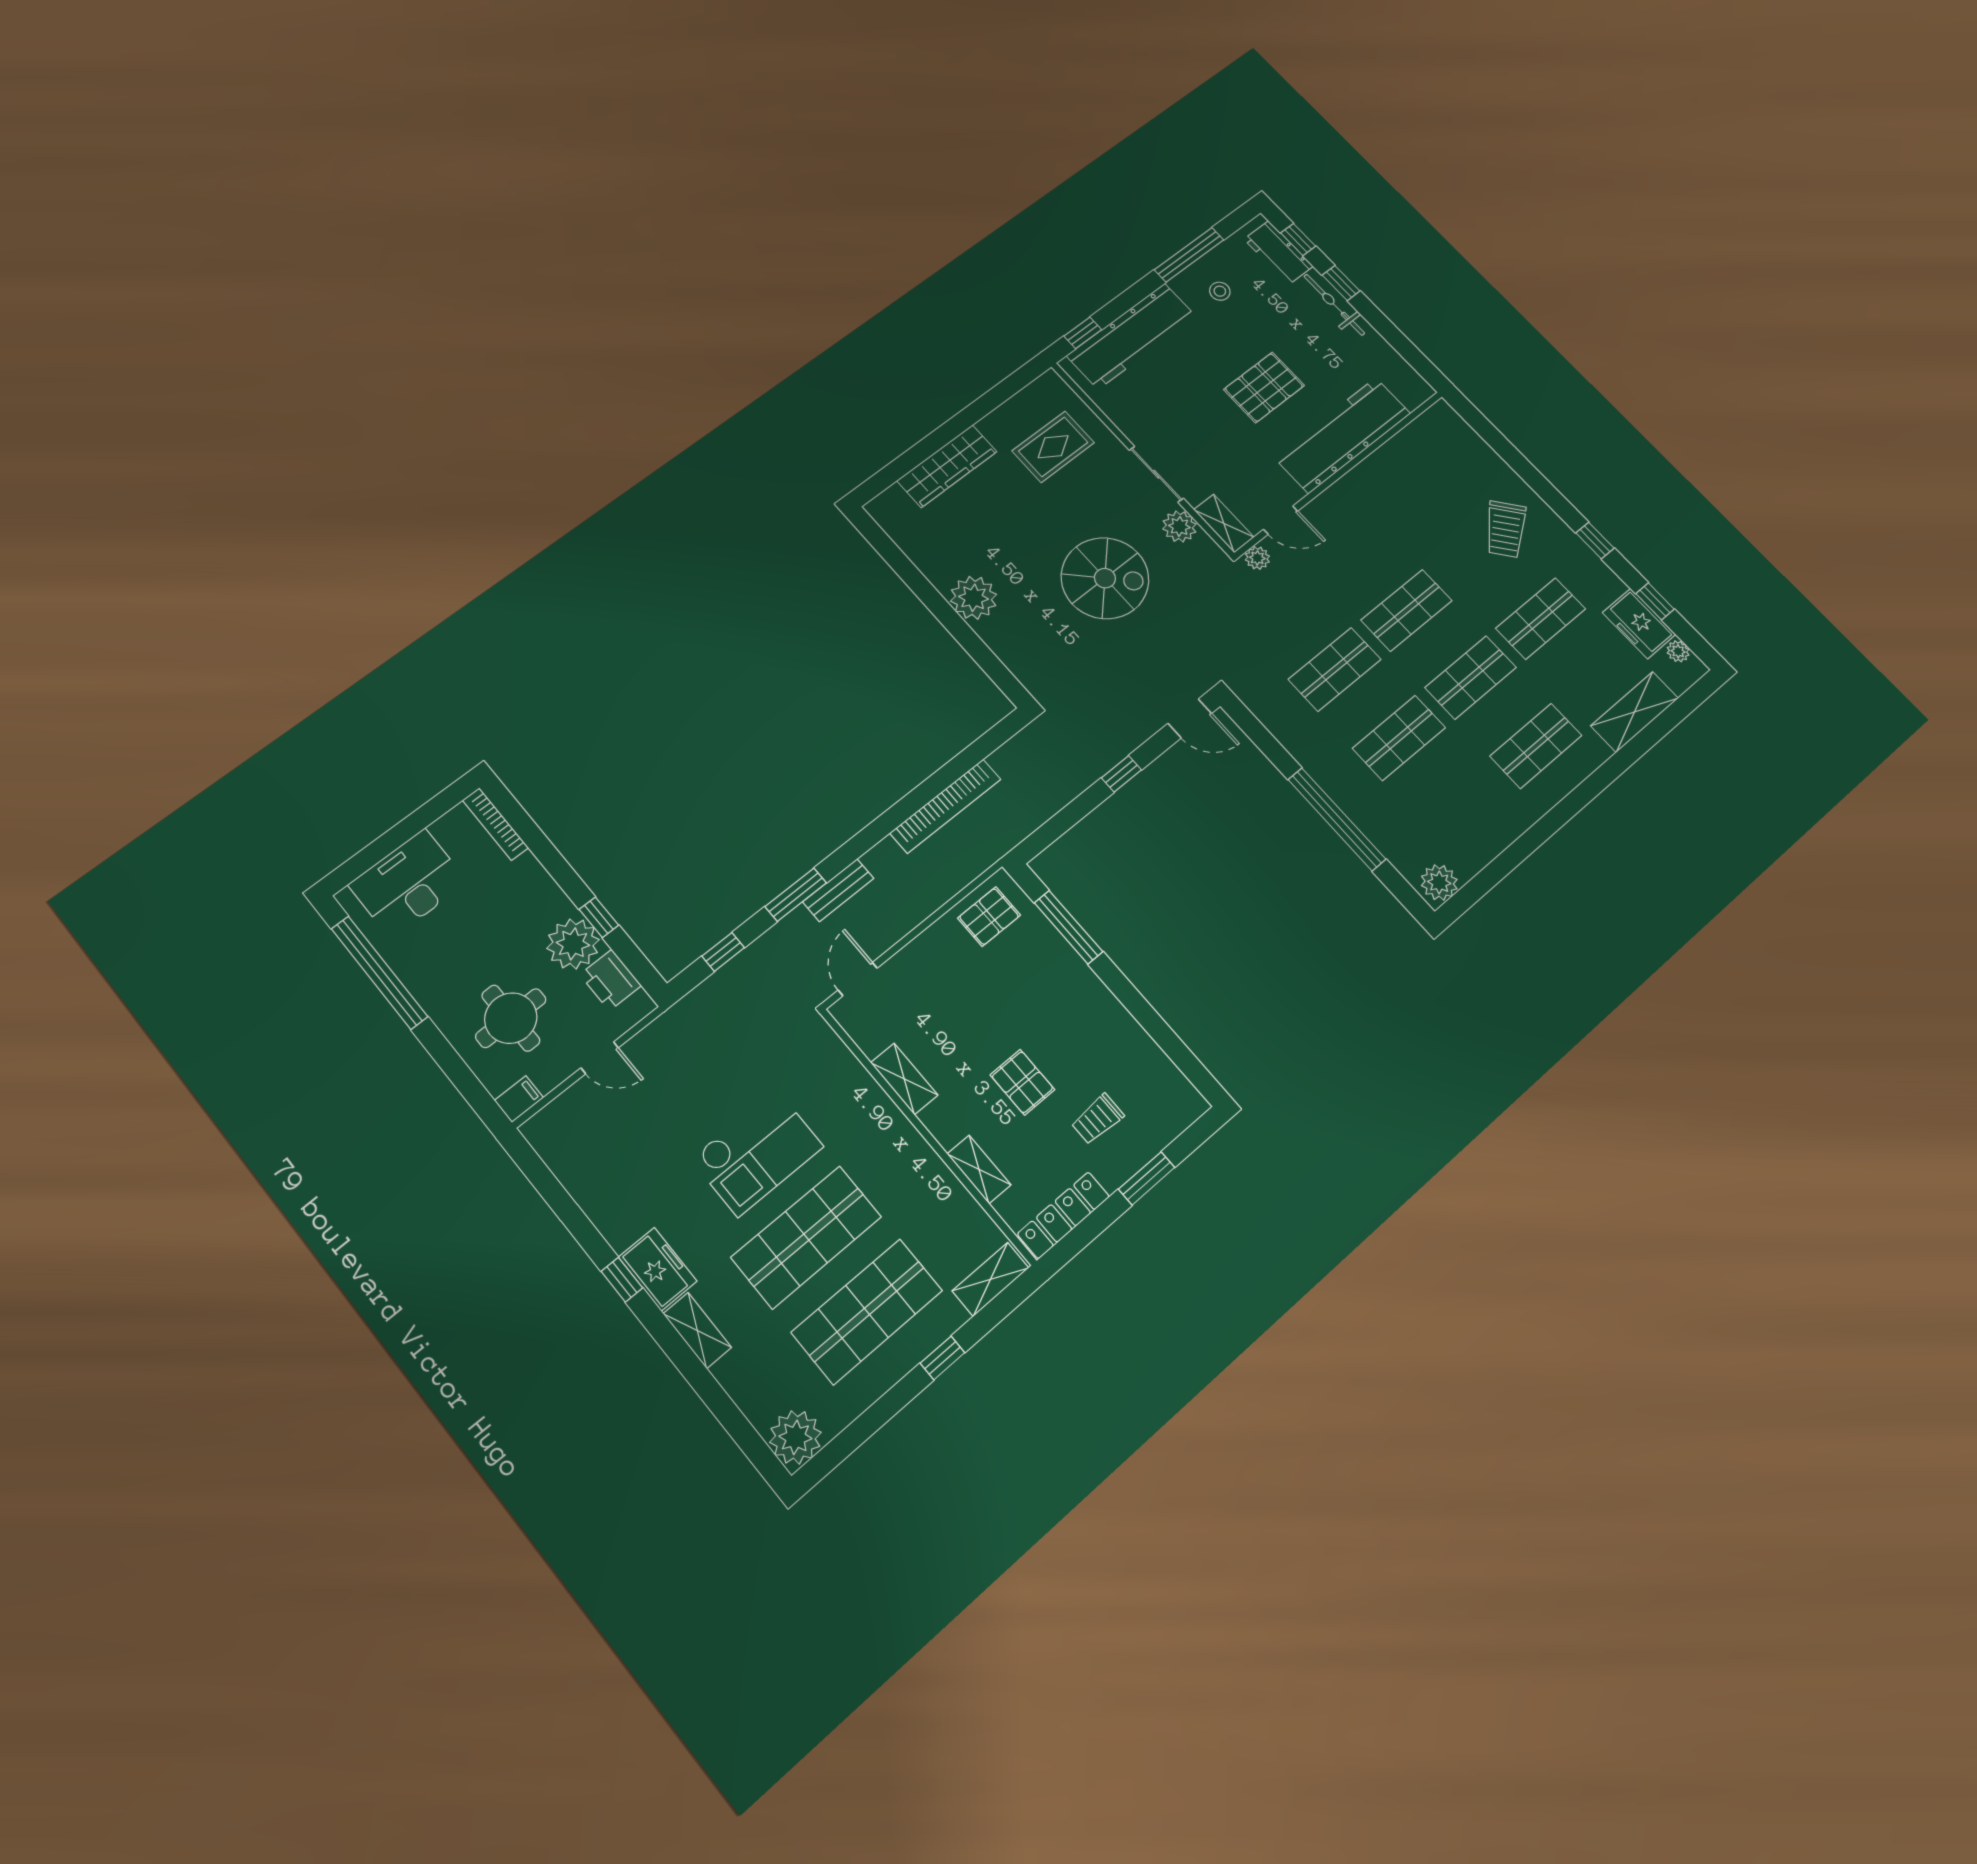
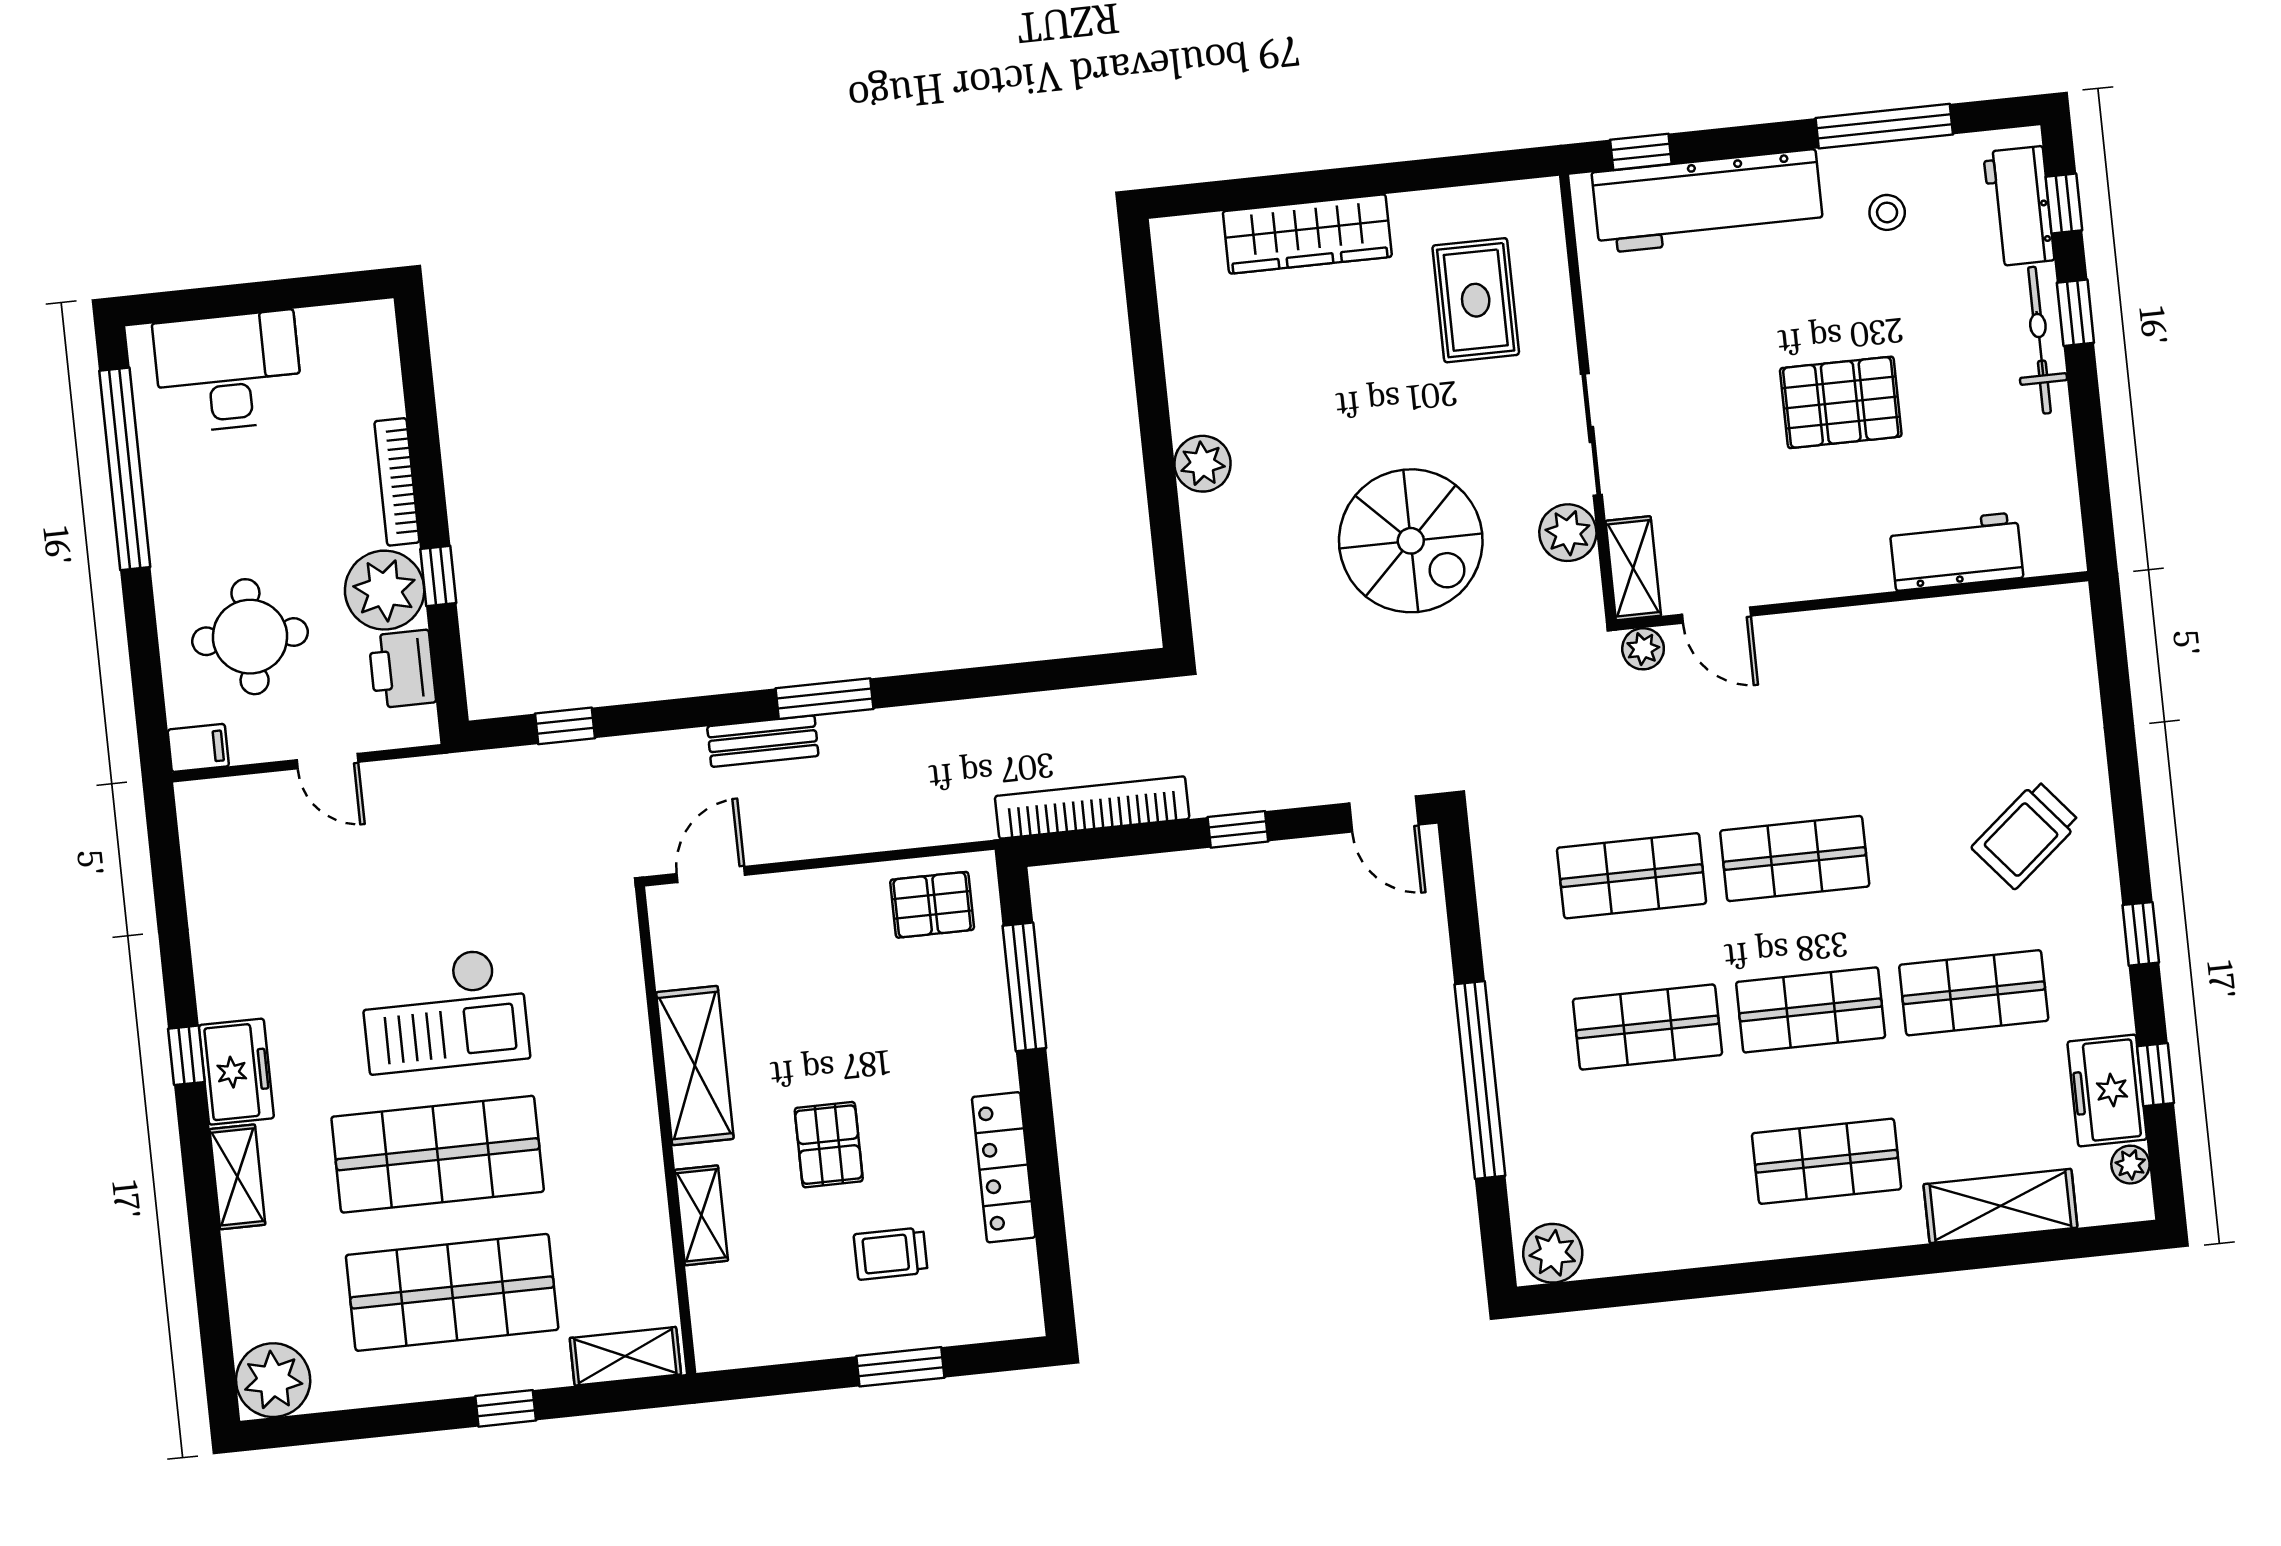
workbench: (1343, 435) -> (1956, 552), width x0.53, depth x0.76
rug: (1053, 447) -> (1476, 300), turned 90
plant: (974, 598) -> (1203, 464), width x0.73, depth x0.73
bookcase: (945, 806) -> (1092, 807), moved, turned 180
bookcase: (495, 824) -> (397, 482), moved
window: (796, 895) -> (825, 699), moved
shelving: (904, 1079) -> (695, 1066), width x1.50, depth x1.33
locker: (1063, 1215) -> (1004, 1167), moved, turned -90

